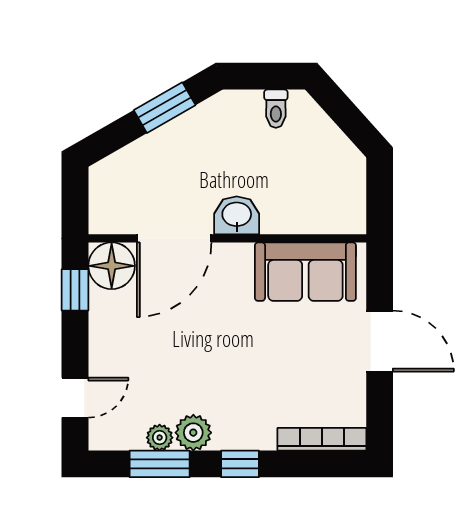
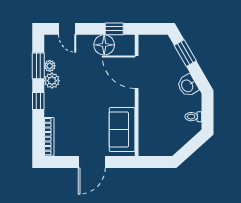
window: (165, 108) -> (185, 53), moved
washbasin: (237, 215) -> (188, 86), moved, turned 150
floor lamp: (112, 266) -> (104, 45), moved

